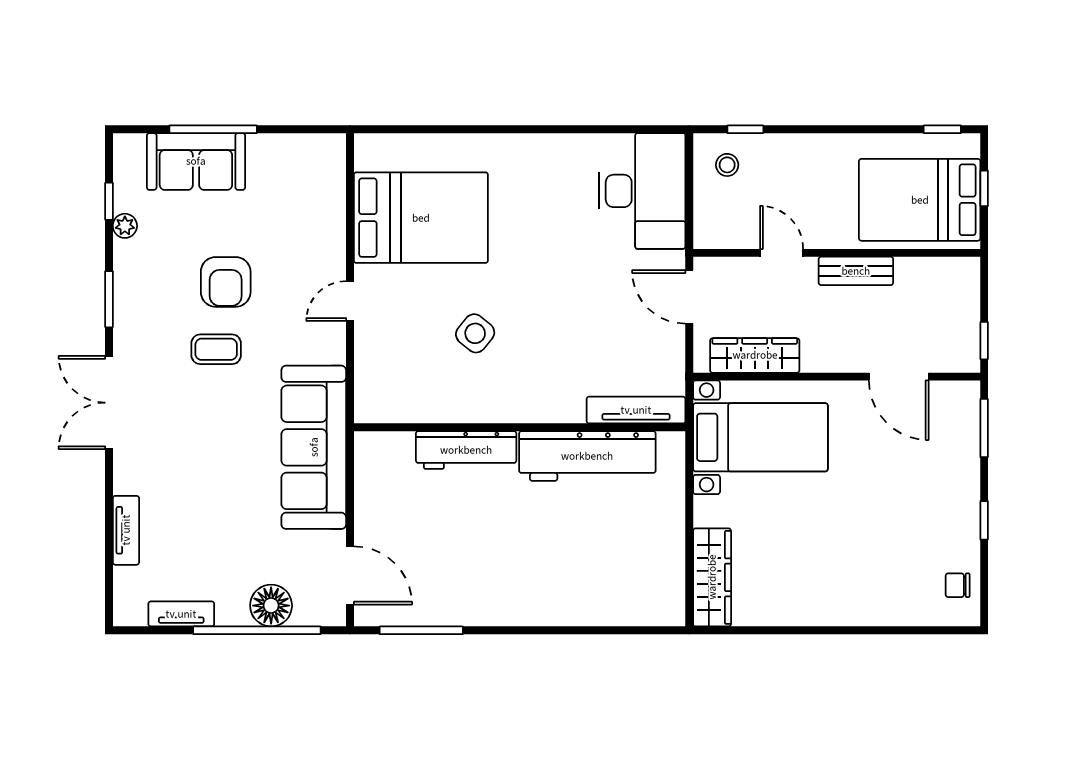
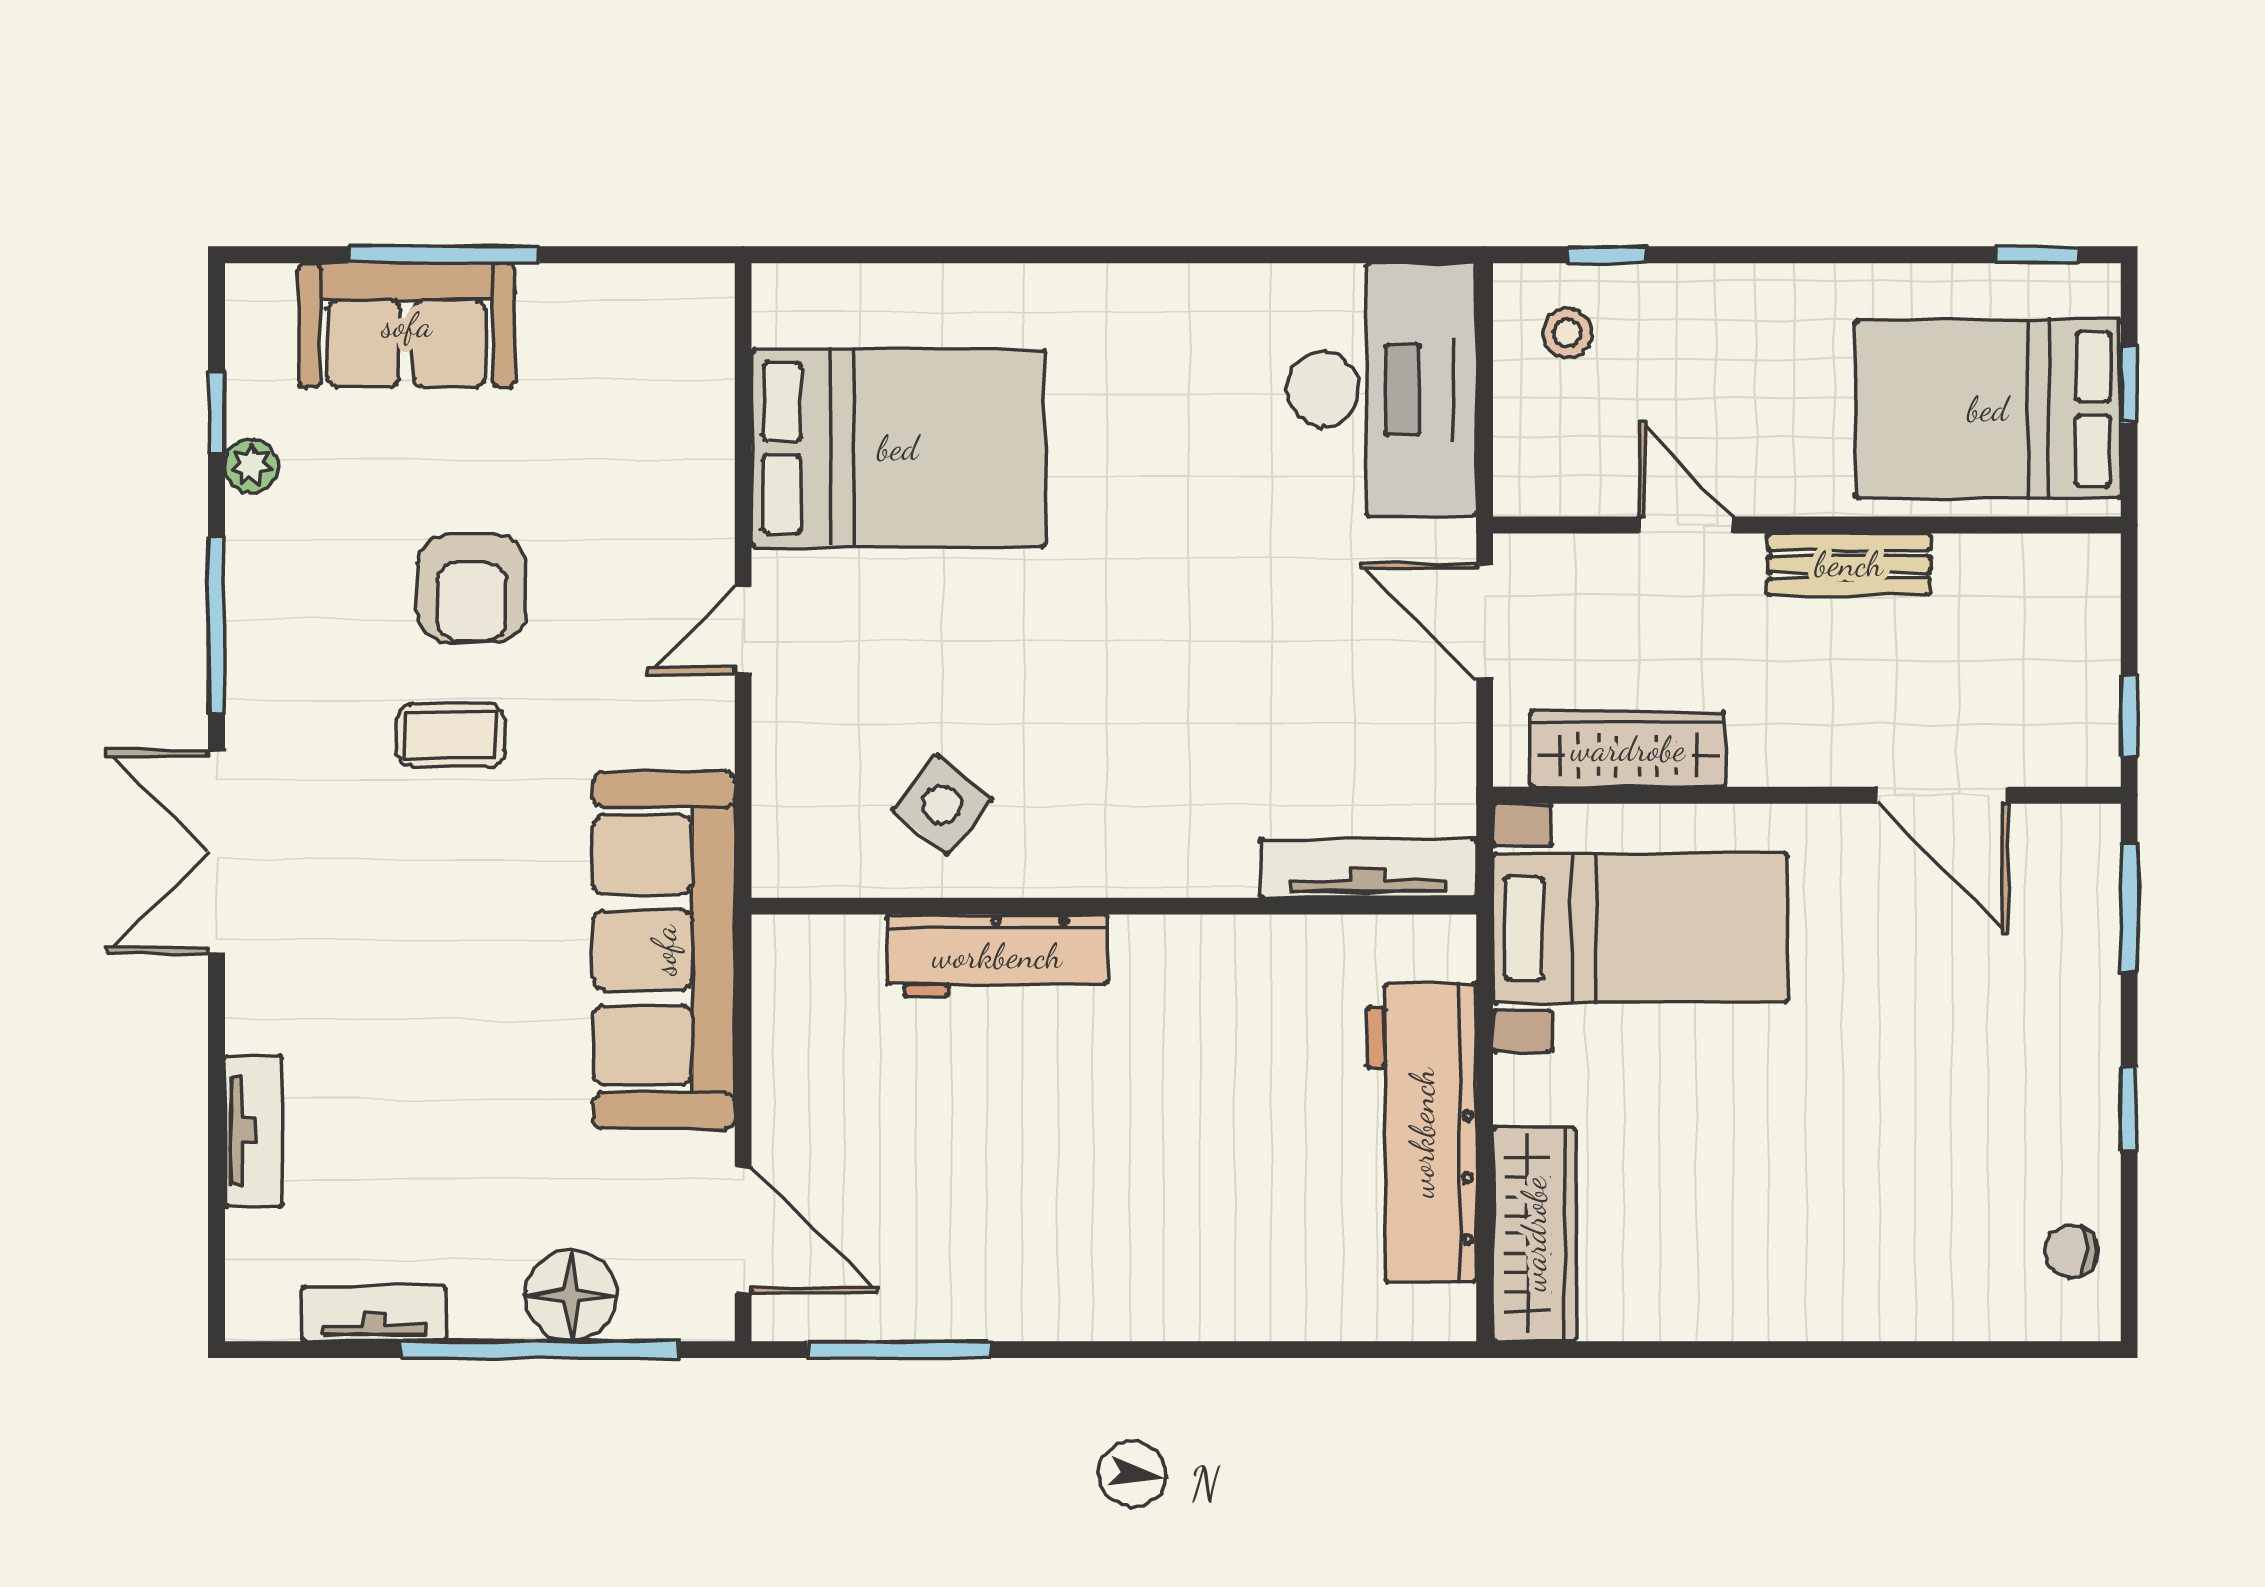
window: (109, 299) -> (216, 626), width x1.44
side table: (475, 333) -> (942, 805), moved
workbench: (587, 456) -> (1422, 1133), moved, turned 90

